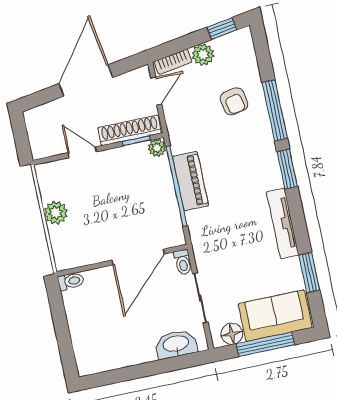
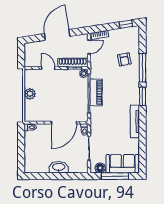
plant: (203, 55) -> (114, 34), removed
window: (309, 273) -> (142, 147), removed
washbasin: (176, 344) -> (59, 167), moved

